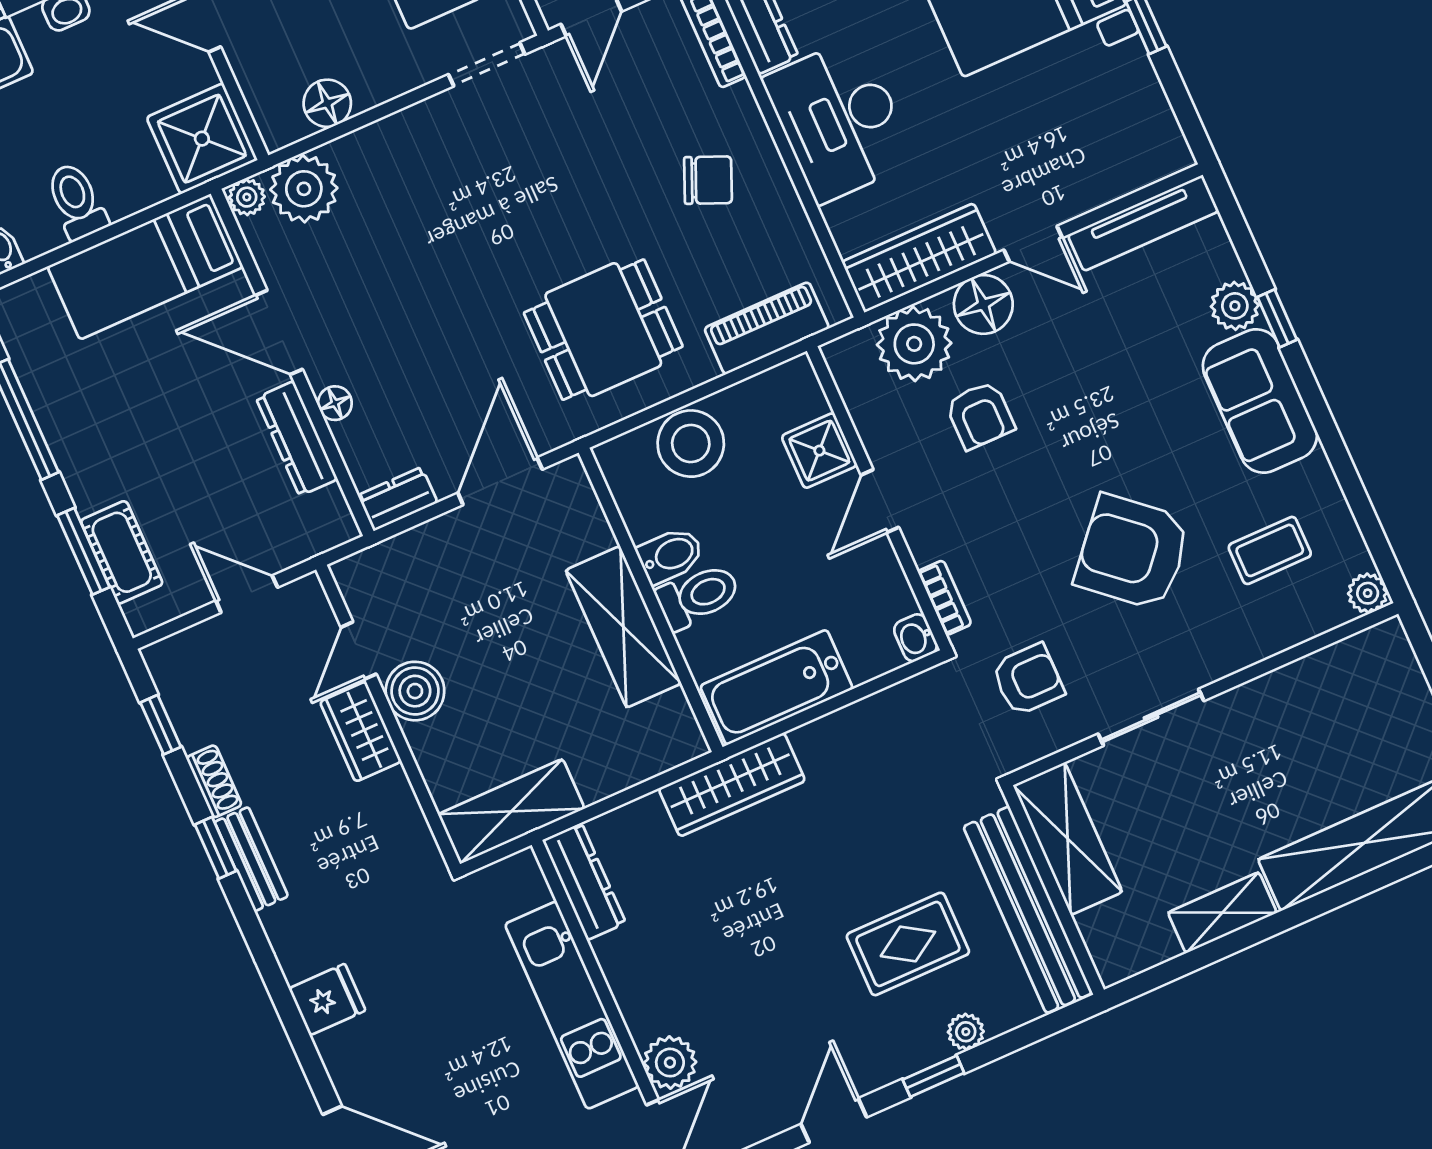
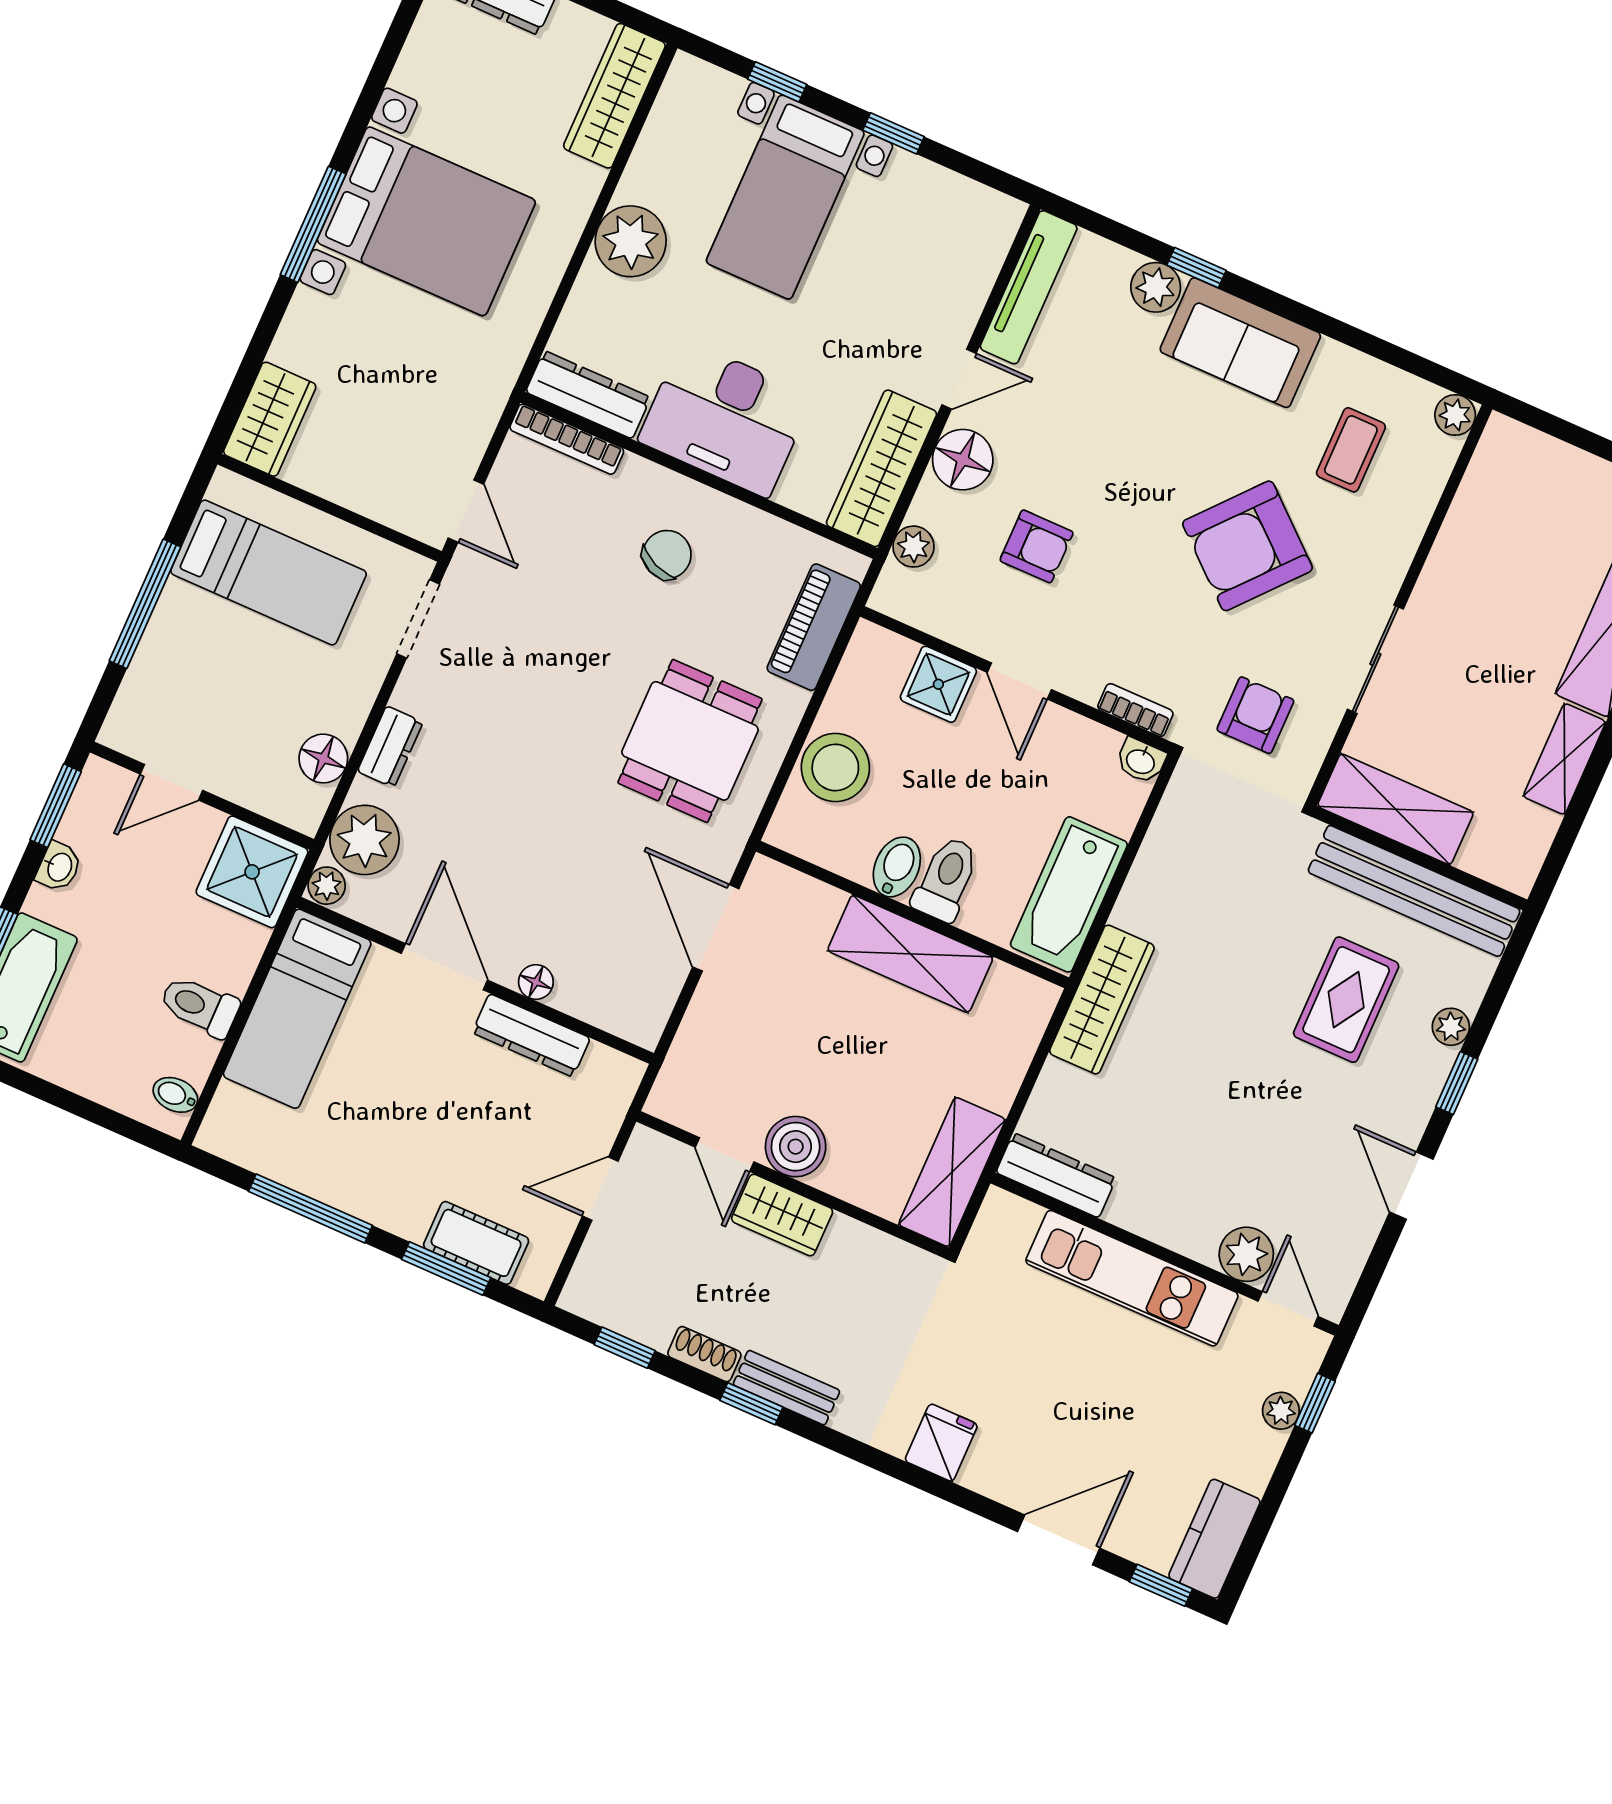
door: (279, 332) -> (444, 967), swing flipped
plant: (914, 344) -> (913, 547), width x0.53, depth x0.53
dresser: (398, 499) -> (390, 747), moved, turned 180

